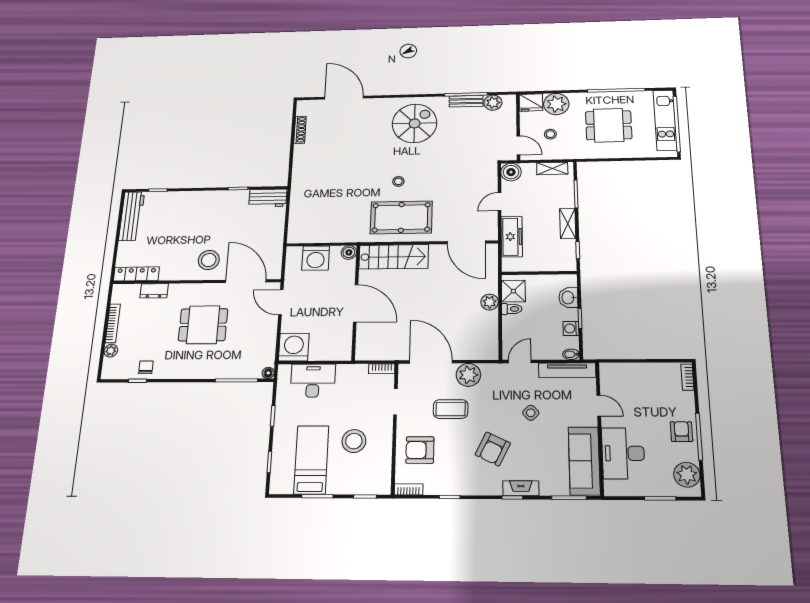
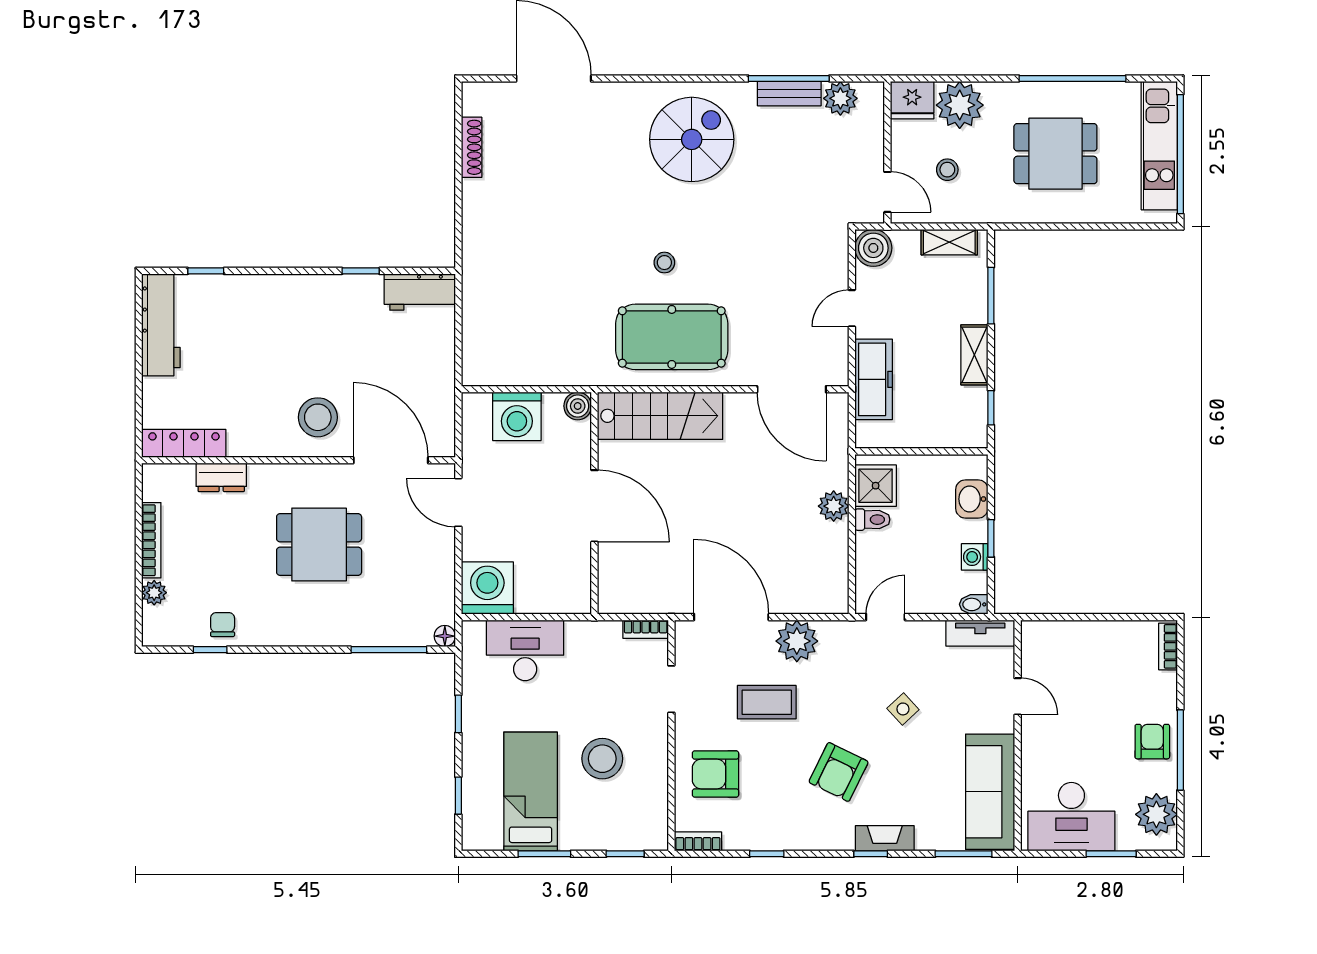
tv unit: (567, 370) -> (980, 633), width x0.71
desk: (623, 453) -> (1071, 817), moved, turned -90

